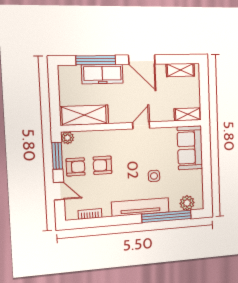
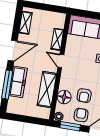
shelving: (188, 114) -> (57, 39), moved
shelving: (84, 115) -> (47, 90), moved
floor lamp: (95, 139) -> (64, 97), added

